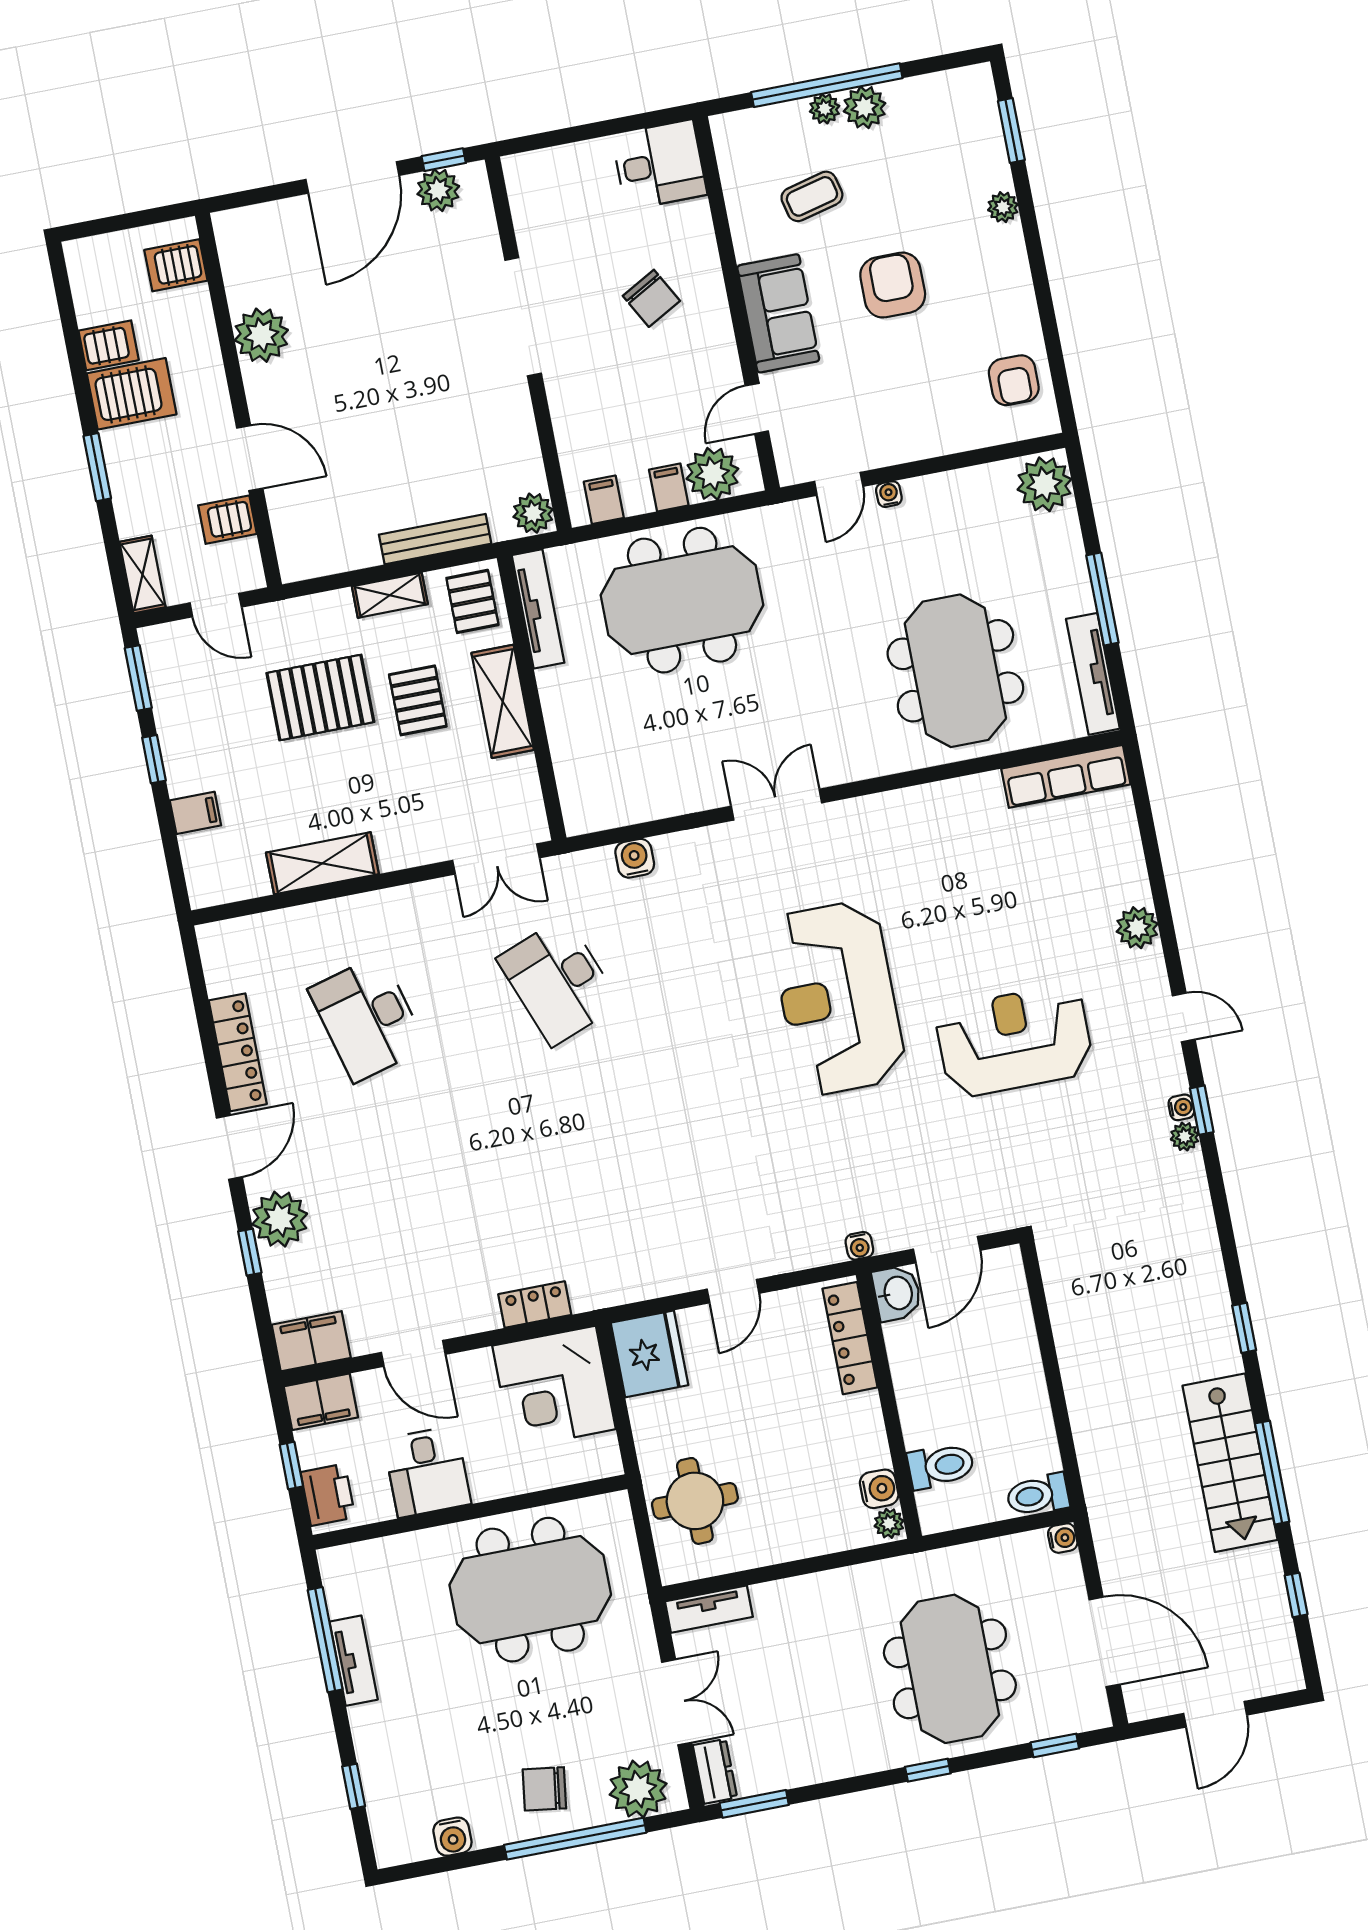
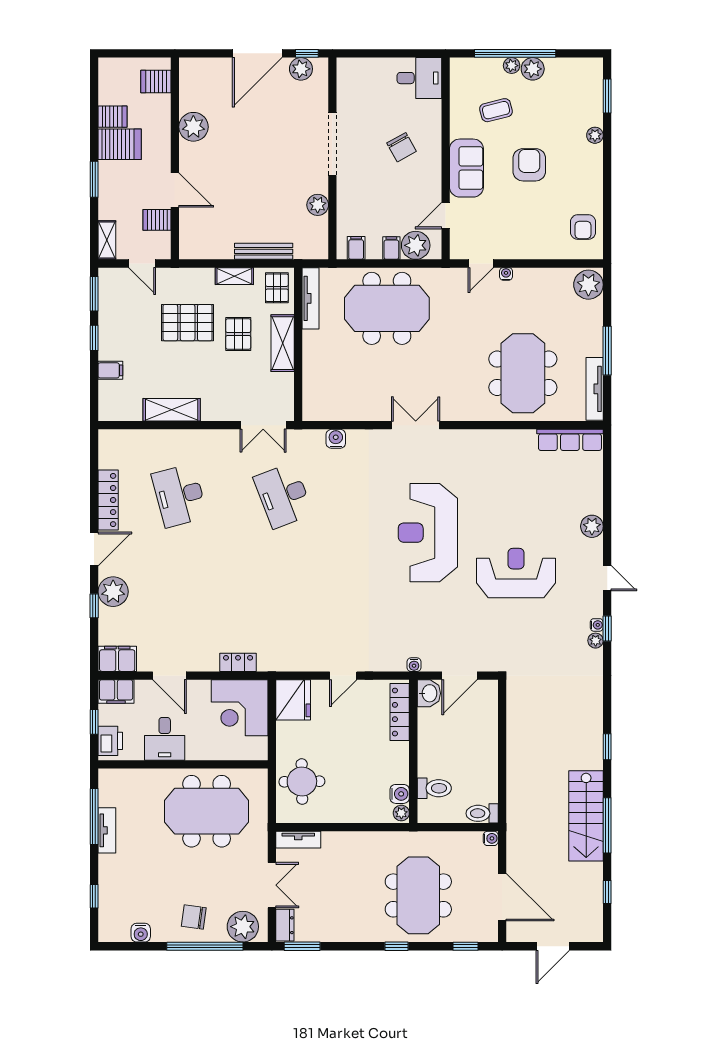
plant: (533, 513) -> (318, 205), moved

